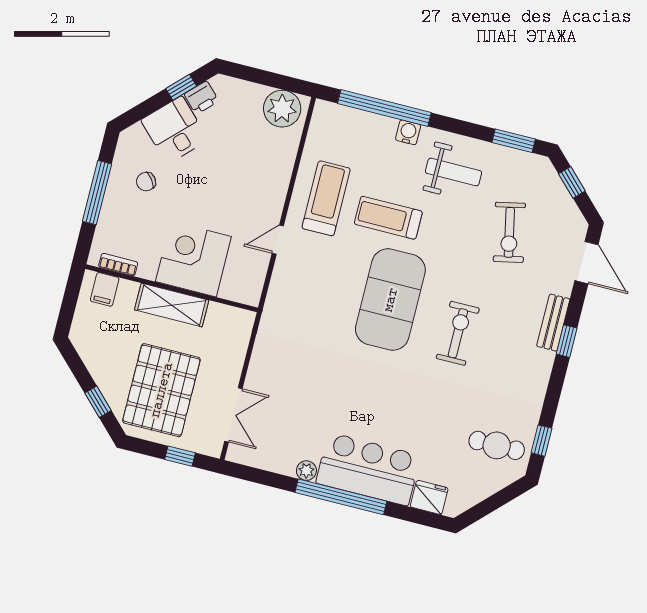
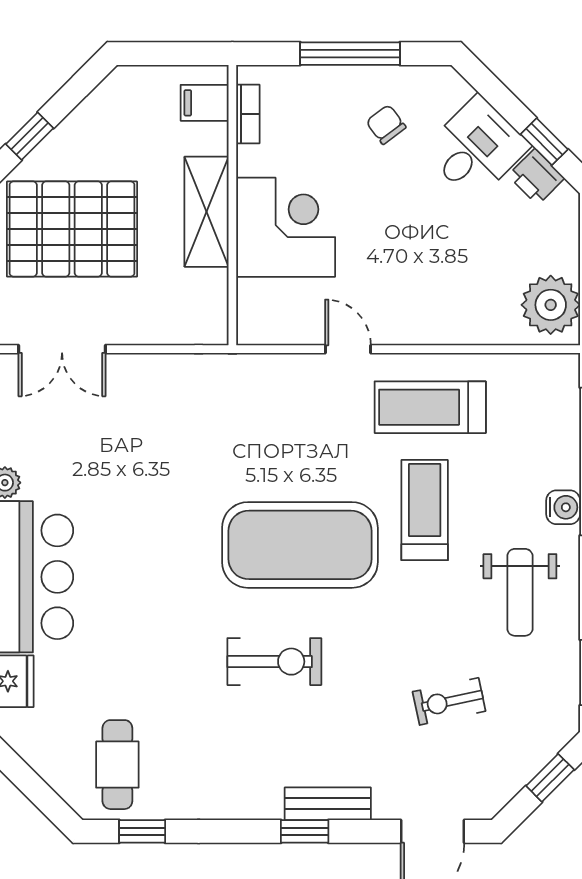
treadmill: (326, 198) -> (430, 407), turned 180
exercise bike: (509, 232) -> (449, 701), width x0.73, depth x0.72

